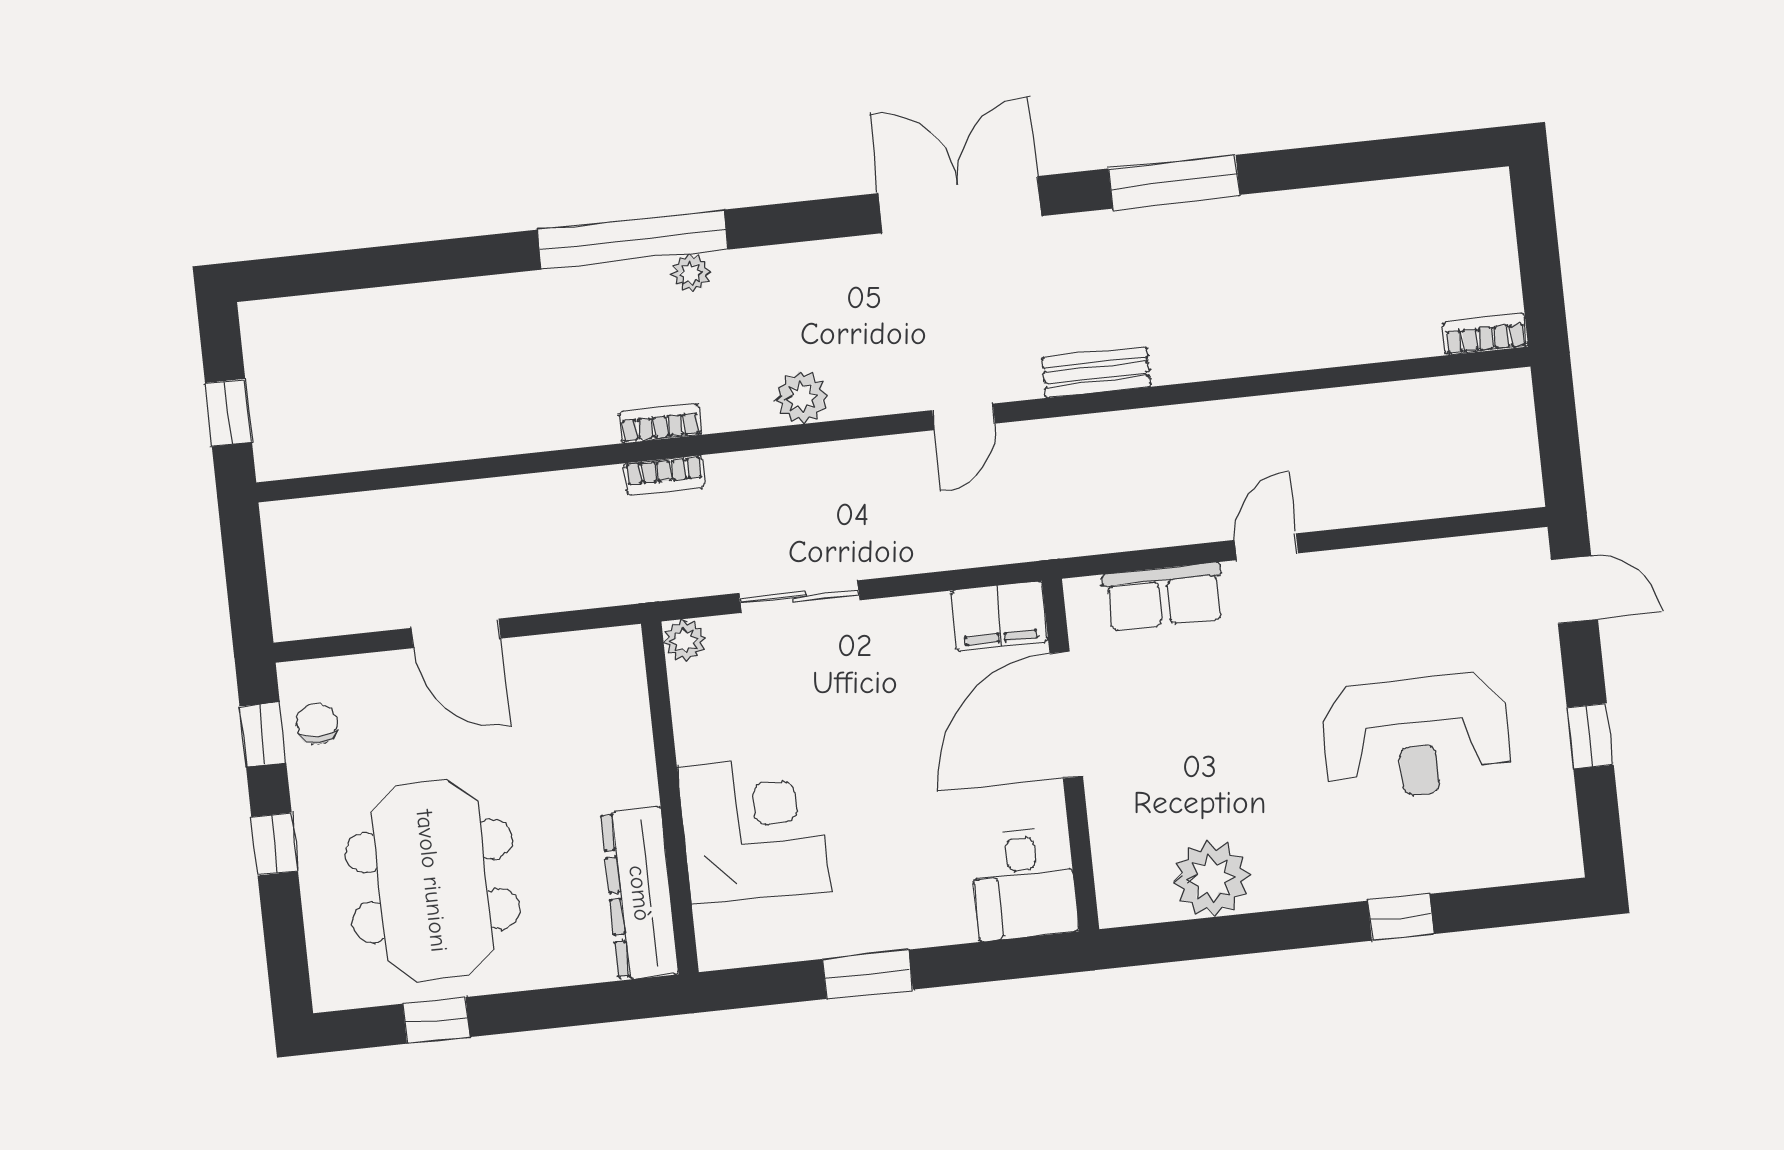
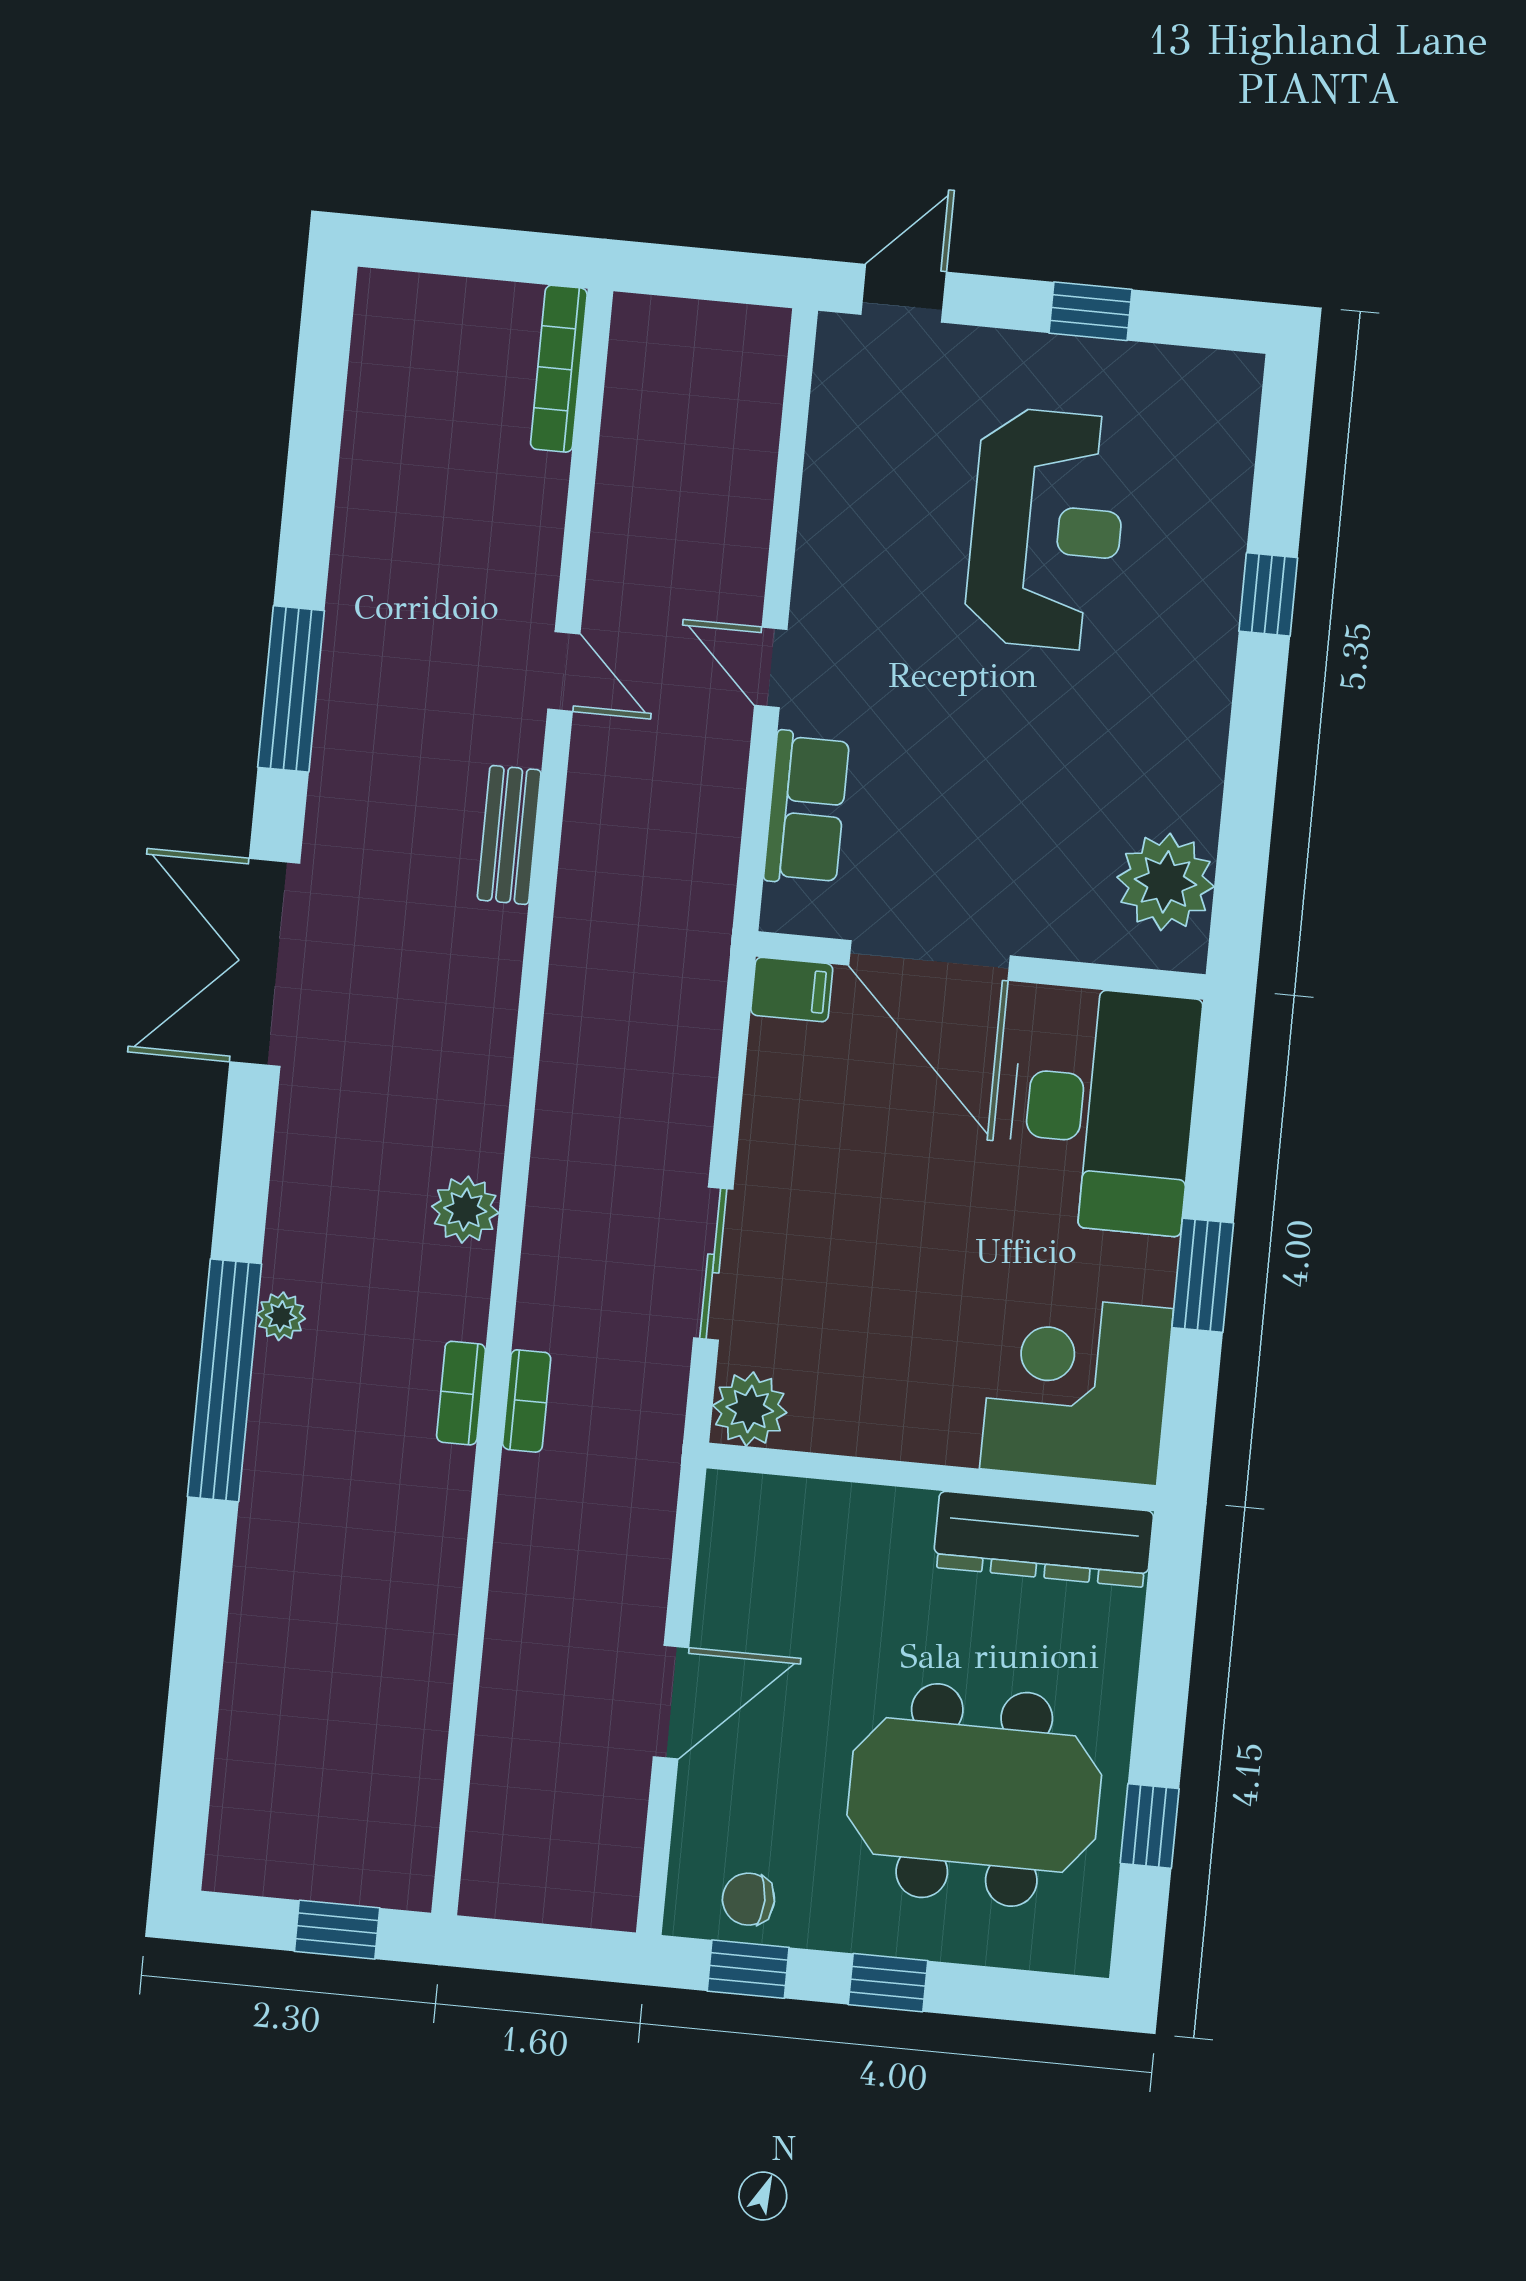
bookcase: (1485, 334) -> (559, 369), width x1.56
door: (964, 417) -> (564, 671), moved
filing cabinet: (999, 616) -> (792, 990), width x0.50
plant: (685, 640) -> (750, 1409), width x1.38, depth x1.38
corner desk: (753, 829) -> (1077, 1389), moved
plant: (1212, 879) -> (1166, 882), moved
desk: (1024, 883) -> (1103, 1110), width x1.87, depth x1.30

